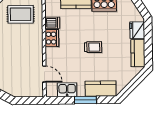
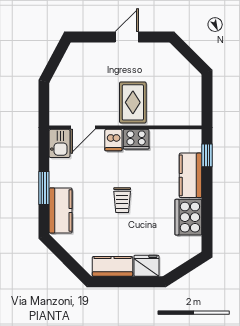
rug: (21, 14) -> (133, 102), moved
dishwasher: (52, 23) -> (113, 140), moved
kitchen sink: (67, 90) -> (60, 143), moved

